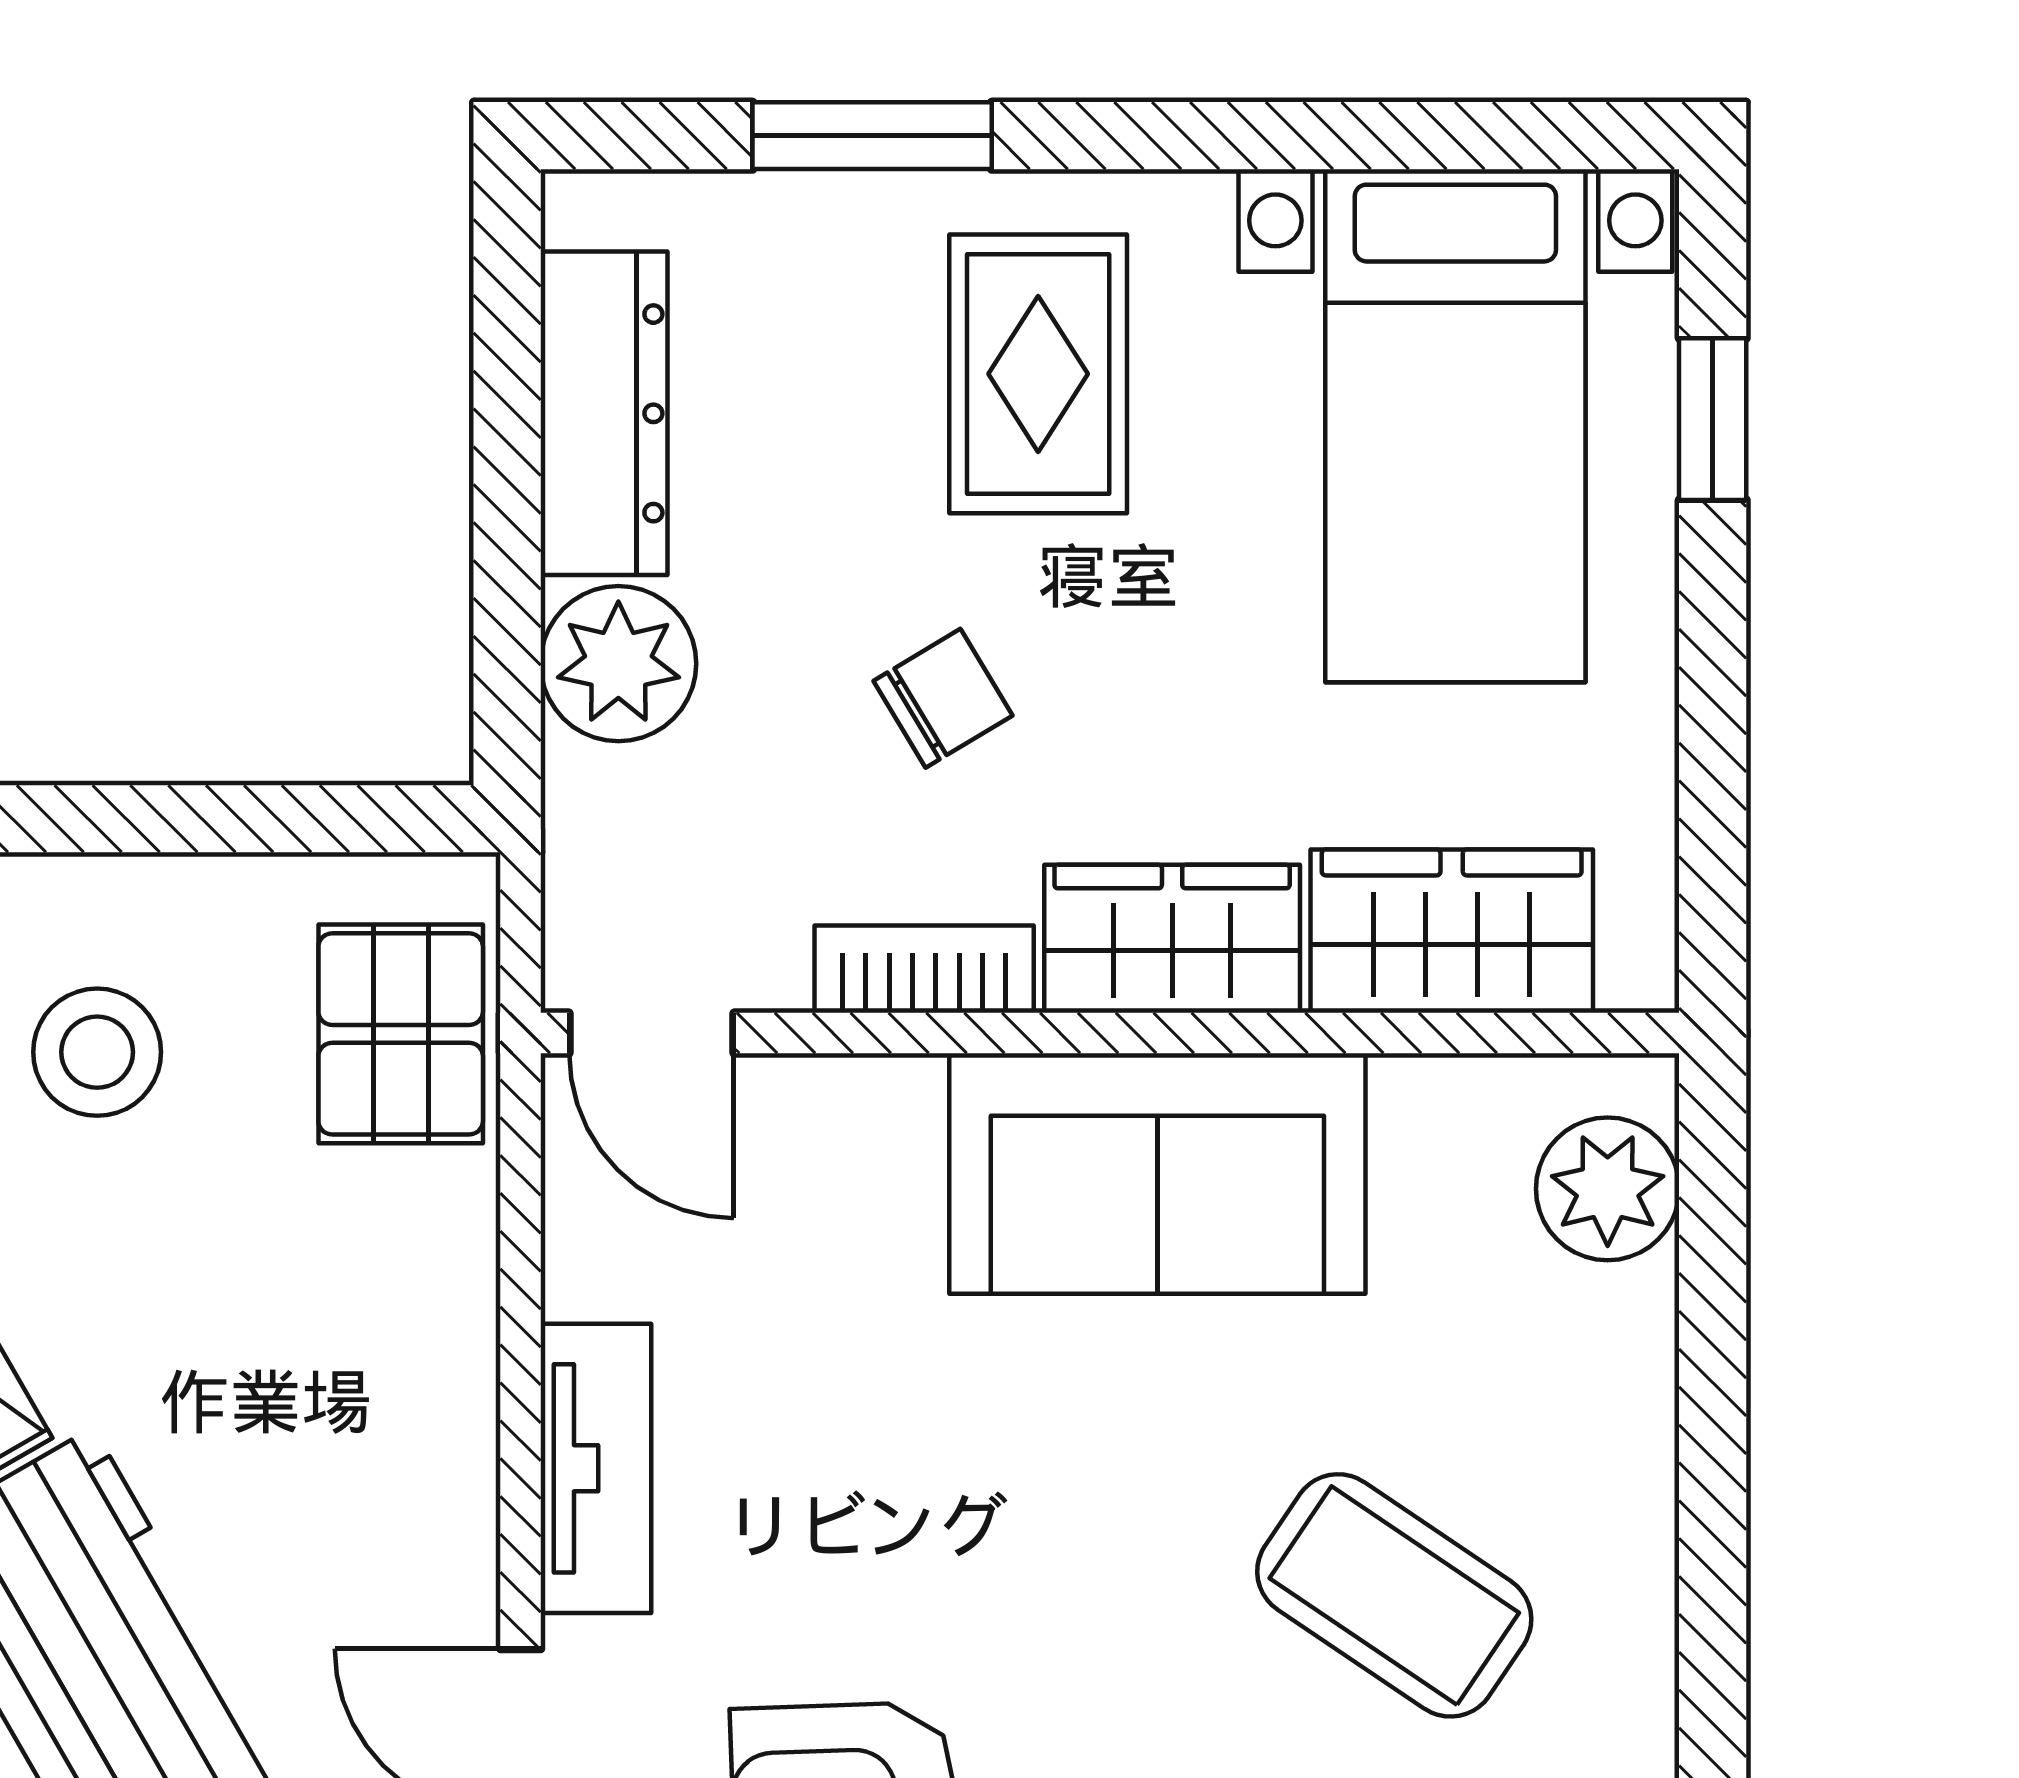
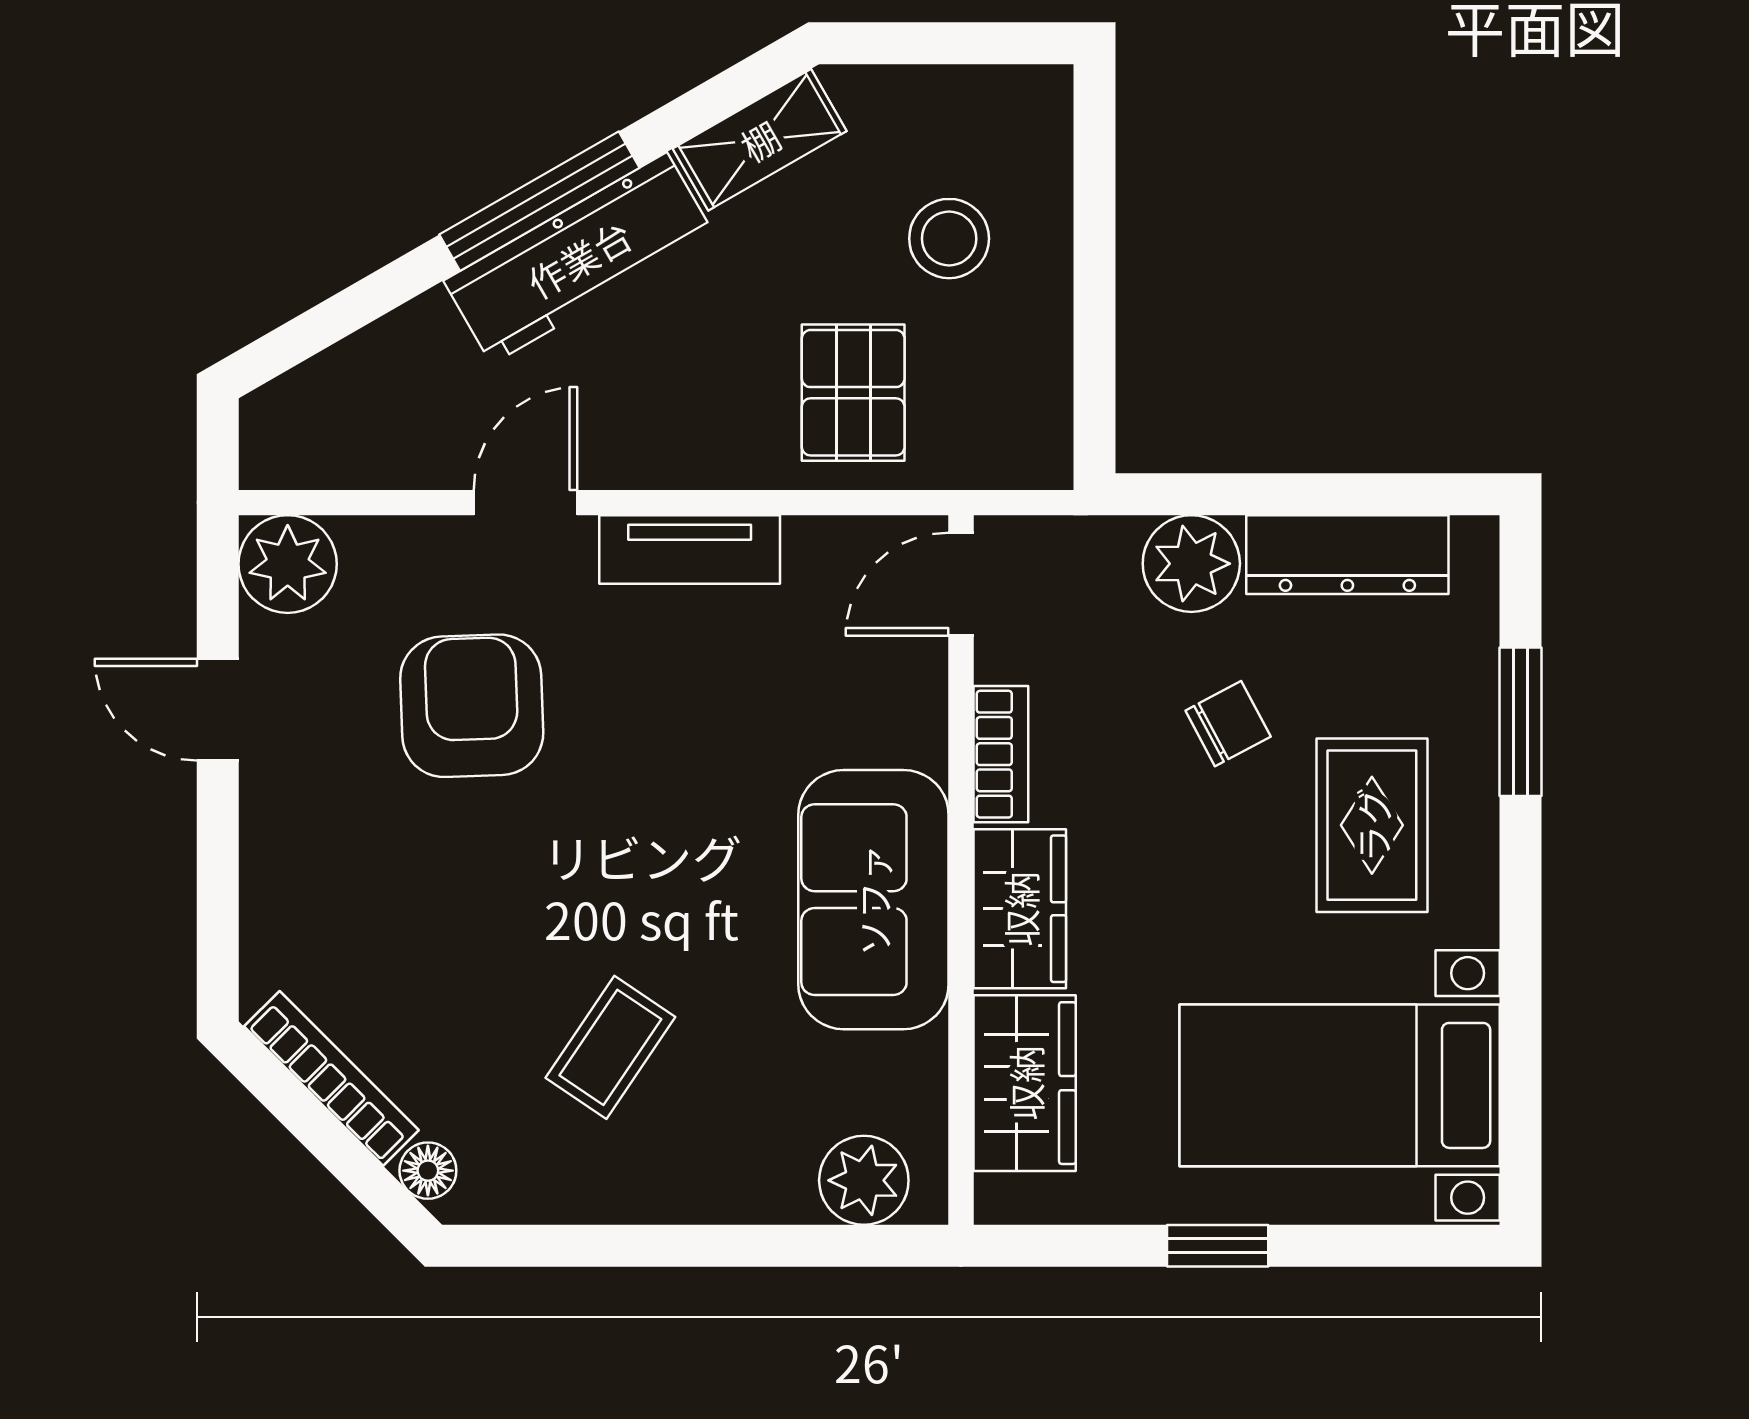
rug: (1038, 374) -> (1372, 825), turned 90
window: (1713, 419) -> (1218, 1246), moved
chair: (943, 698) -> (1228, 724), moved, turned -87
pallet: (401, 1034) -> (853, 393), moved, turned 90
coffee table: (1394, 1595) -> (610, 1047), width x0.73, depth x0.77

